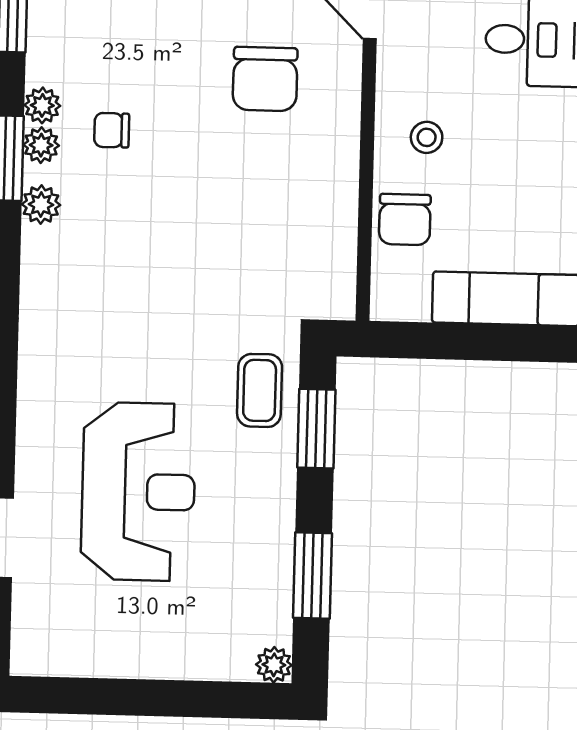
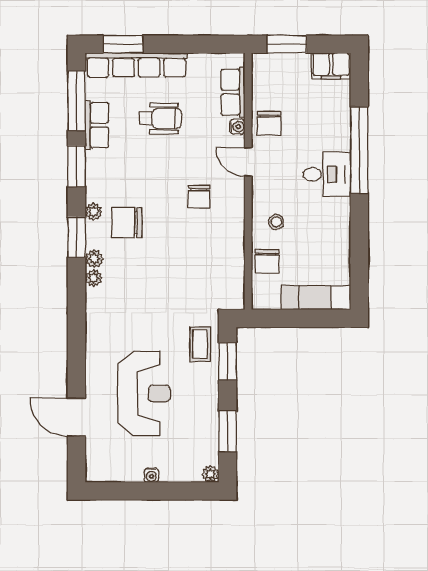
chair: (265, 79) -> (199, 196), width x0.73, depth x0.73
chair: (112, 130) -> (127, 223), width x1.87, depth x1.87
plant: (41, 145) -> (94, 278), moved
water cooler: (149, 664) -> (151, 475), added

